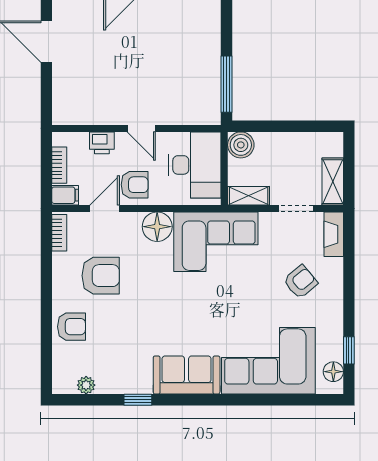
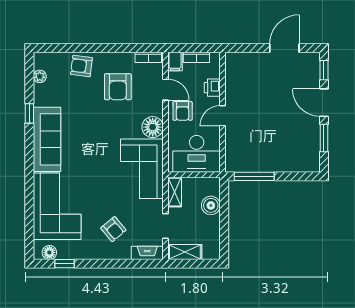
boiler: (241, 145) -> (211, 205), moved
armchair: (72, 327) -> (81, 66), turned 97
sofa: (187, 375) -> (47, 139), width x1.36

